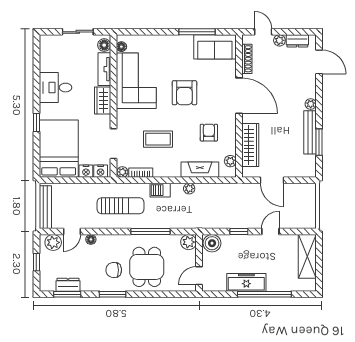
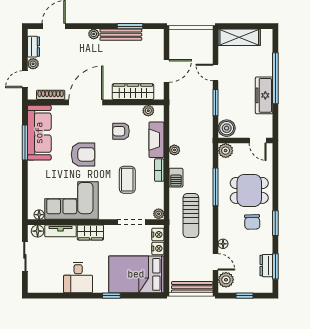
sofa: (215, 47) -> (39, 133), width x1.36
bookcase: (141, 173) -> (159, 170), moved
sun lounger: (120, 206) -> (191, 215), turned 180
window: (239, 232) -> (216, 103), width x1.50

